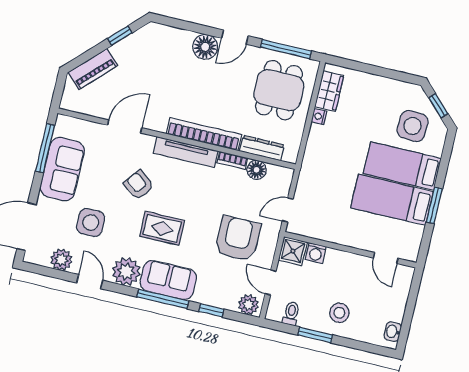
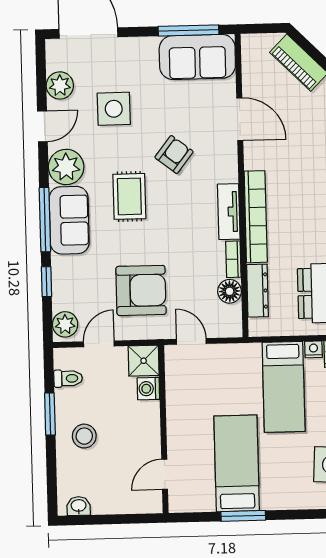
tv unit: (186, 152) -> (229, 212), width x0.71
bed: (402, 166) -> (284, 387), moved, turned 180
sofa: (62, 169) -> (197, 57), moved

